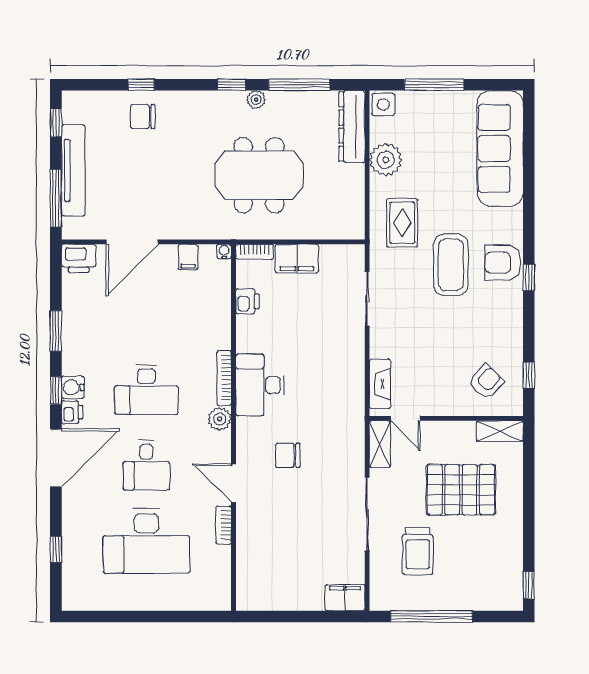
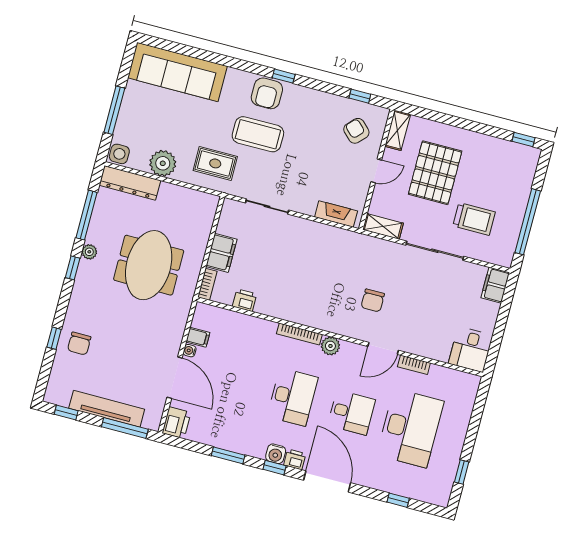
water cooler: (224, 251) -> (190, 351), moved
desk: (260, 385) -> (471, 349), moved, width x0.73
door: (405, 418) -> (376, 171), moved
window: (110, 616) -> (462, 472), added

